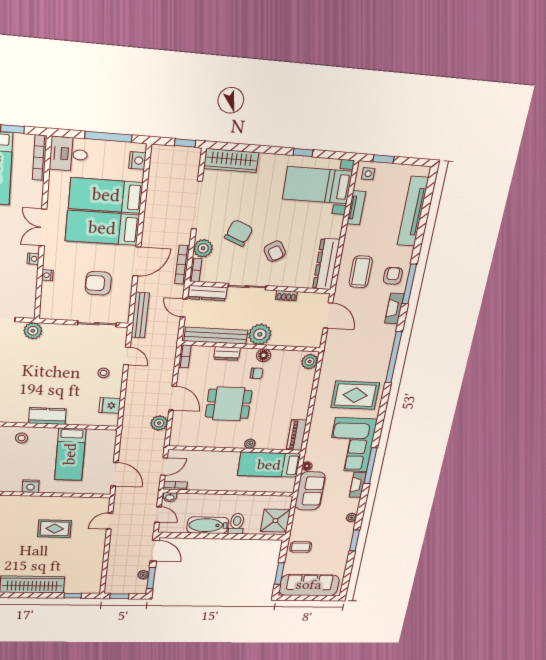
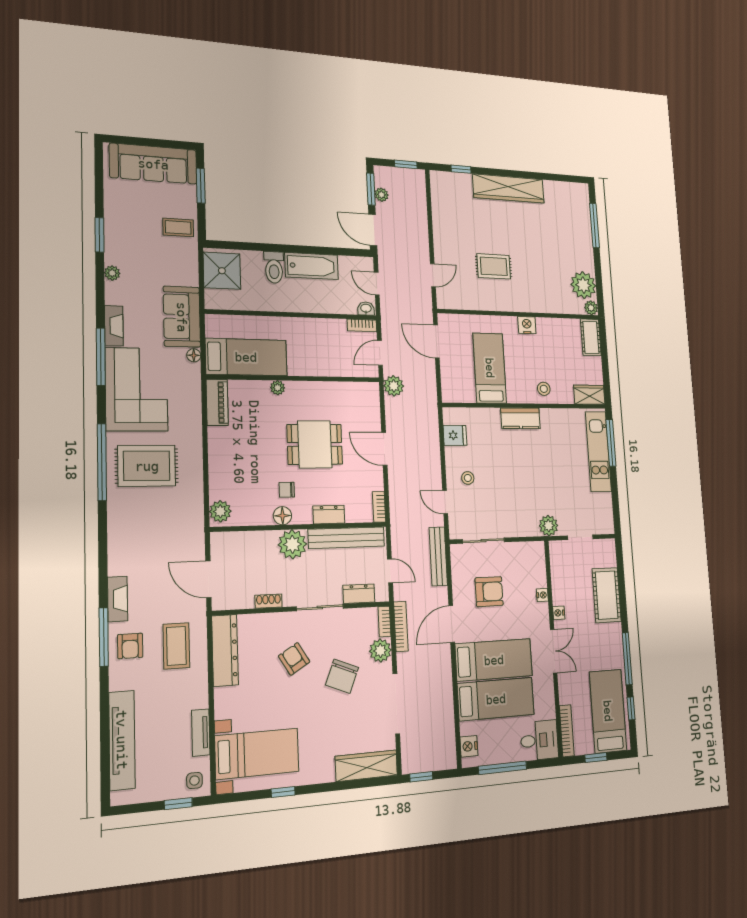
dresser: (208, 293) -> (359, 594), width x0.70
window: (394, 357) -> (102, 462), moved
plant: (159, 423) -> (394, 386), moved

